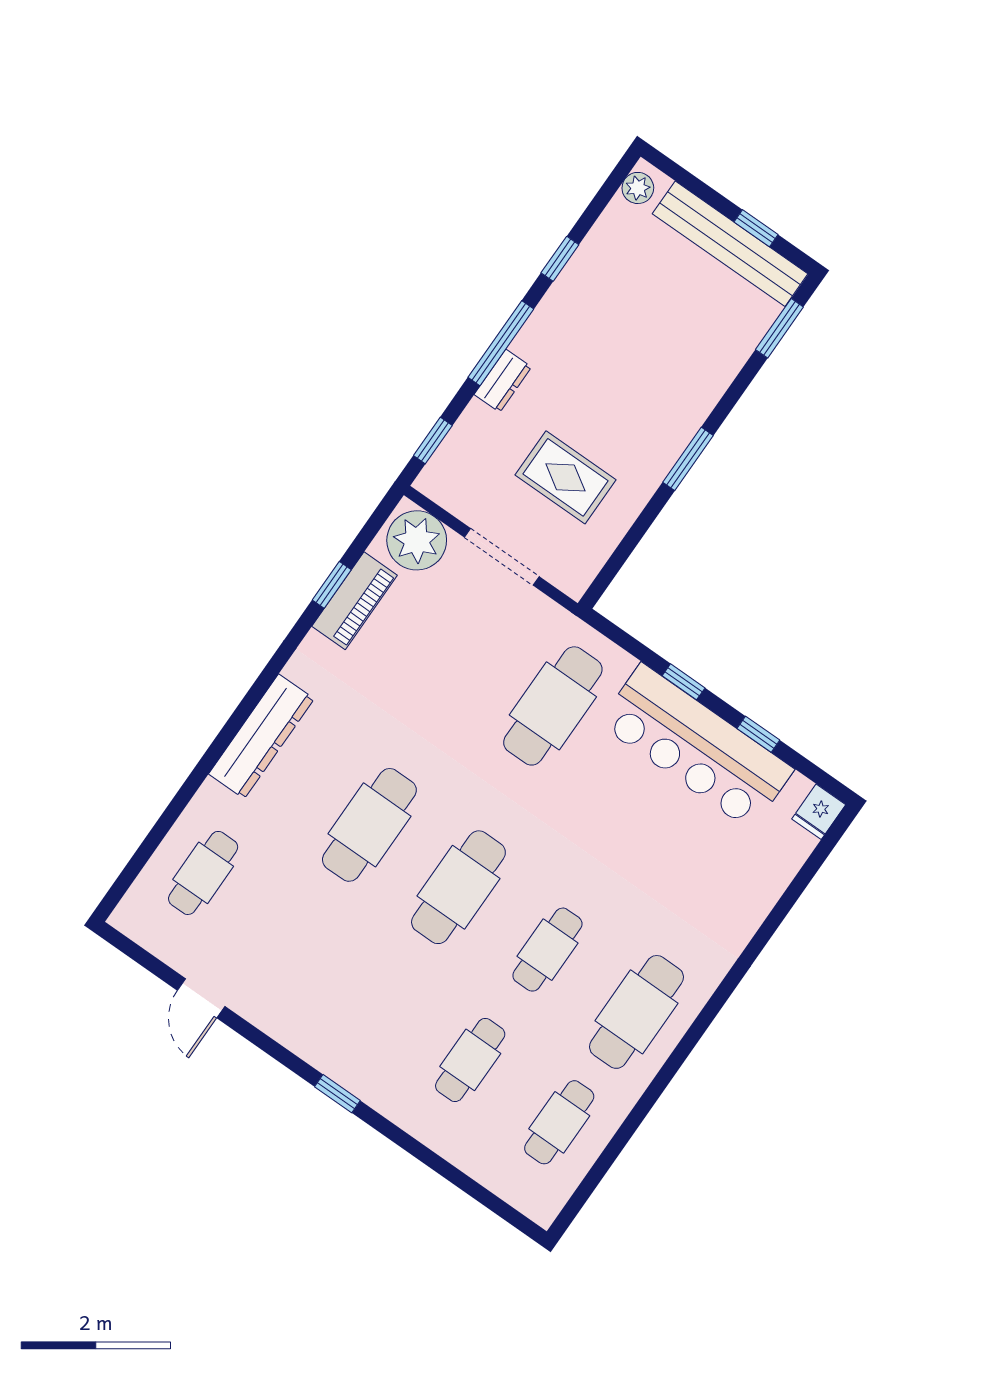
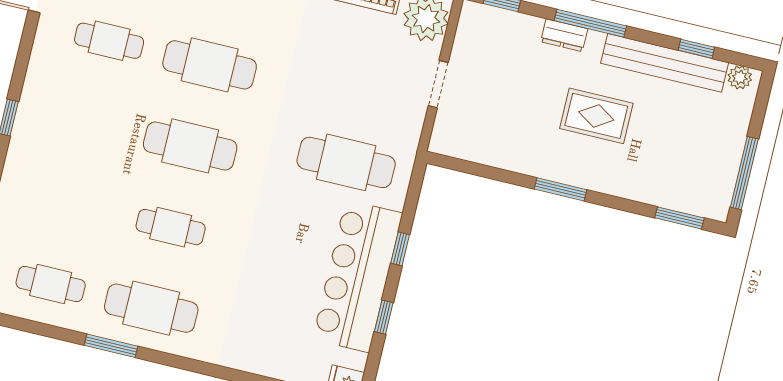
window: (756, 228) -> (744, 173), width x2.17
bench: (730, 244) -> (665, 63), moved, turned 90
window: (560, 259) -> (696, 49), moved
rug: (565, 477) -> (596, 116), moved, turned 90
doorway: (502, 557) -> (438, 84), width x0.73
cafe table: (470, 1060) -> (109, 41), moved
window: (663, 1079) -> (111, 346), added

